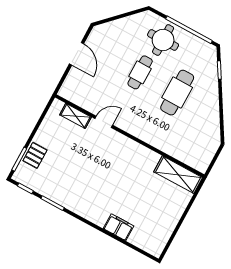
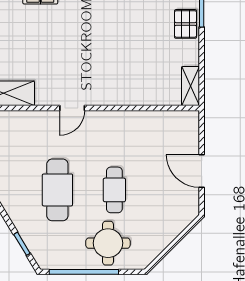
shelving: (76, 116) -> (190, 86), moved, turned 90
door: (104, 122) -> (72, 108), moved

